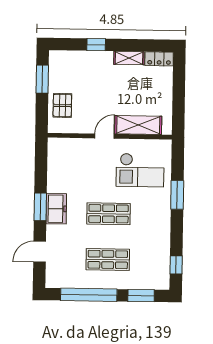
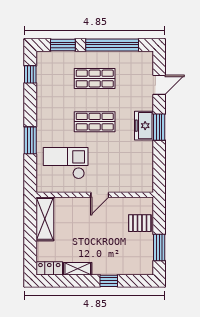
pallet: (62, 105) -> (140, 223), turned 90
shelving: (138, 125) -> (45, 219), moved, turned 90

